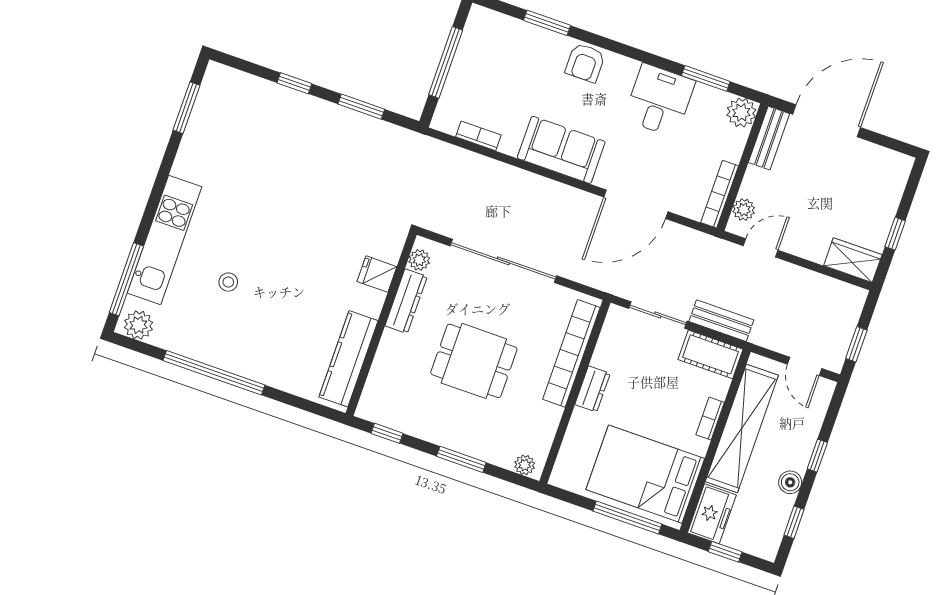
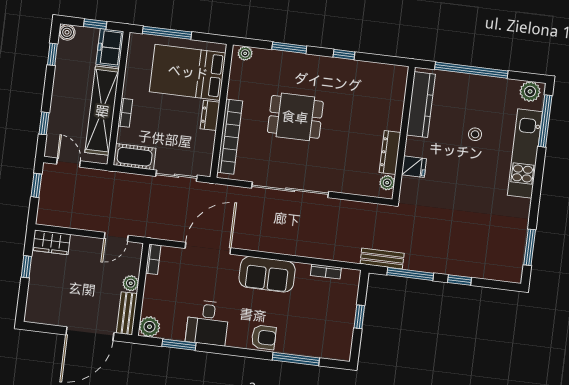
window: (547, 23) -> (296, 359), width x1.44
window: (446, 62) -> (359, 317), width x0.46
armchair: (585, 63) -> (264, 337), turned 90
window: (361, 107) -> (410, 274), width x1.44
bookcase: (720, 194) -> (153, 259), width x0.64
plant: (744, 210) -> (131, 283), moved
plant: (419, 260) -> (387, 183), moved
fridge: (377, 274) -> (414, 167), moved
dresser: (406, 301) -> (390, 153), moved
bench: (721, 321) -> (382, 259), moved
wall: (381, 324) -> (404, 133), moved
kitchen counter: (349, 359) -> (421, 105), moved
window: (817, 456) -> (44, 123), moved
bed: (645, 474) -> (188, 72), moved, turned 180
boiler: (790, 482) -> (67, 32), moved

